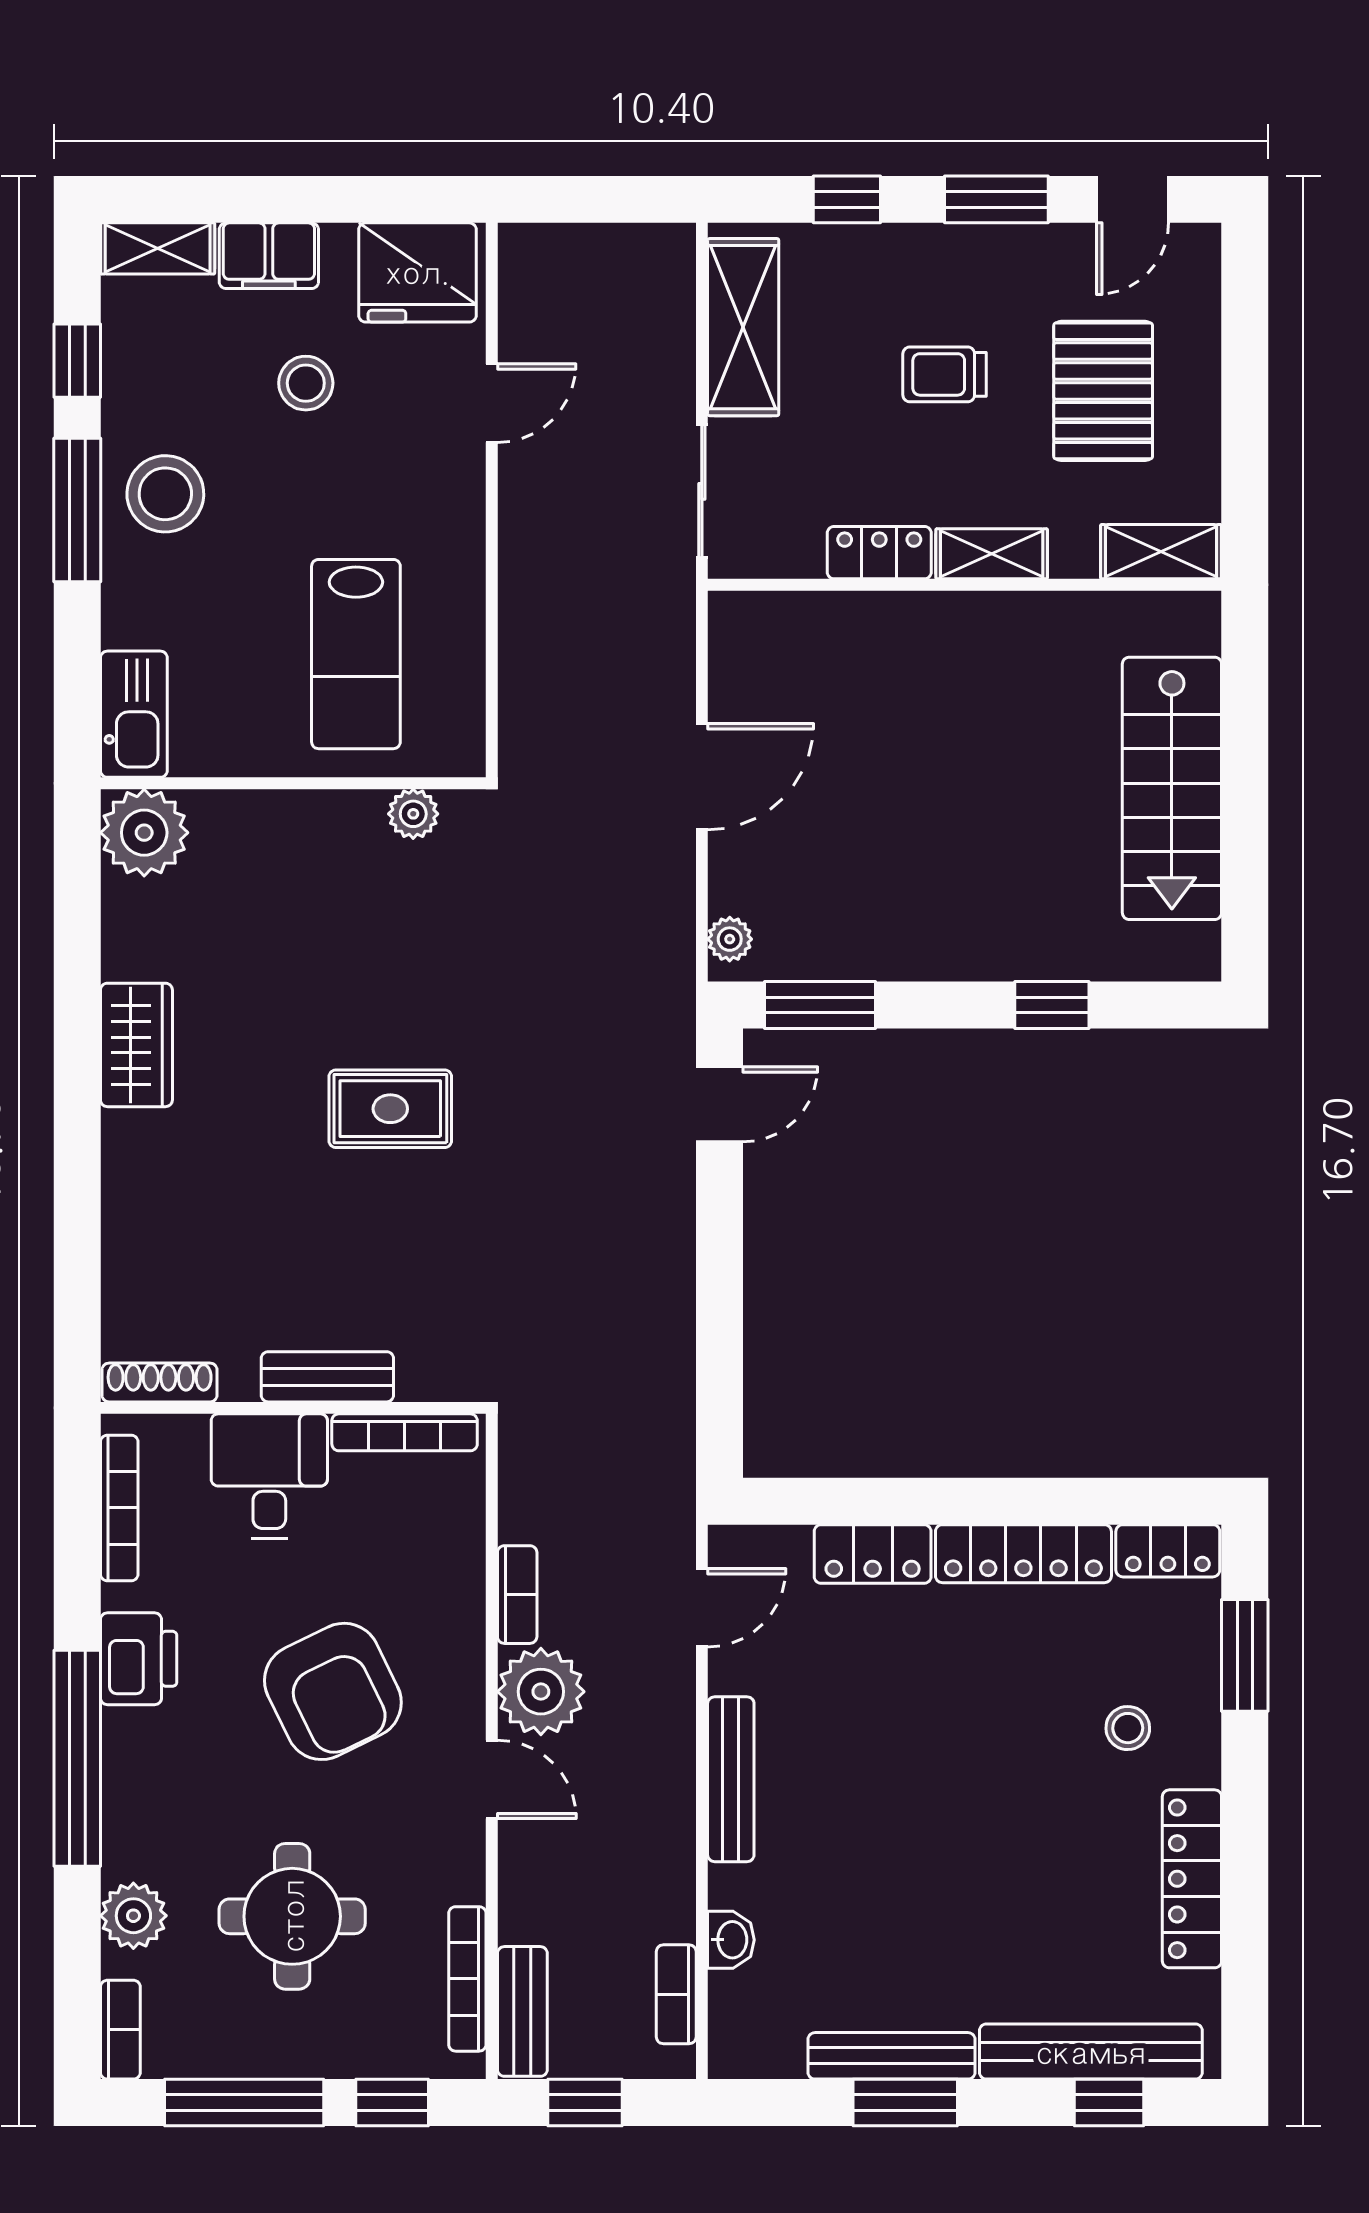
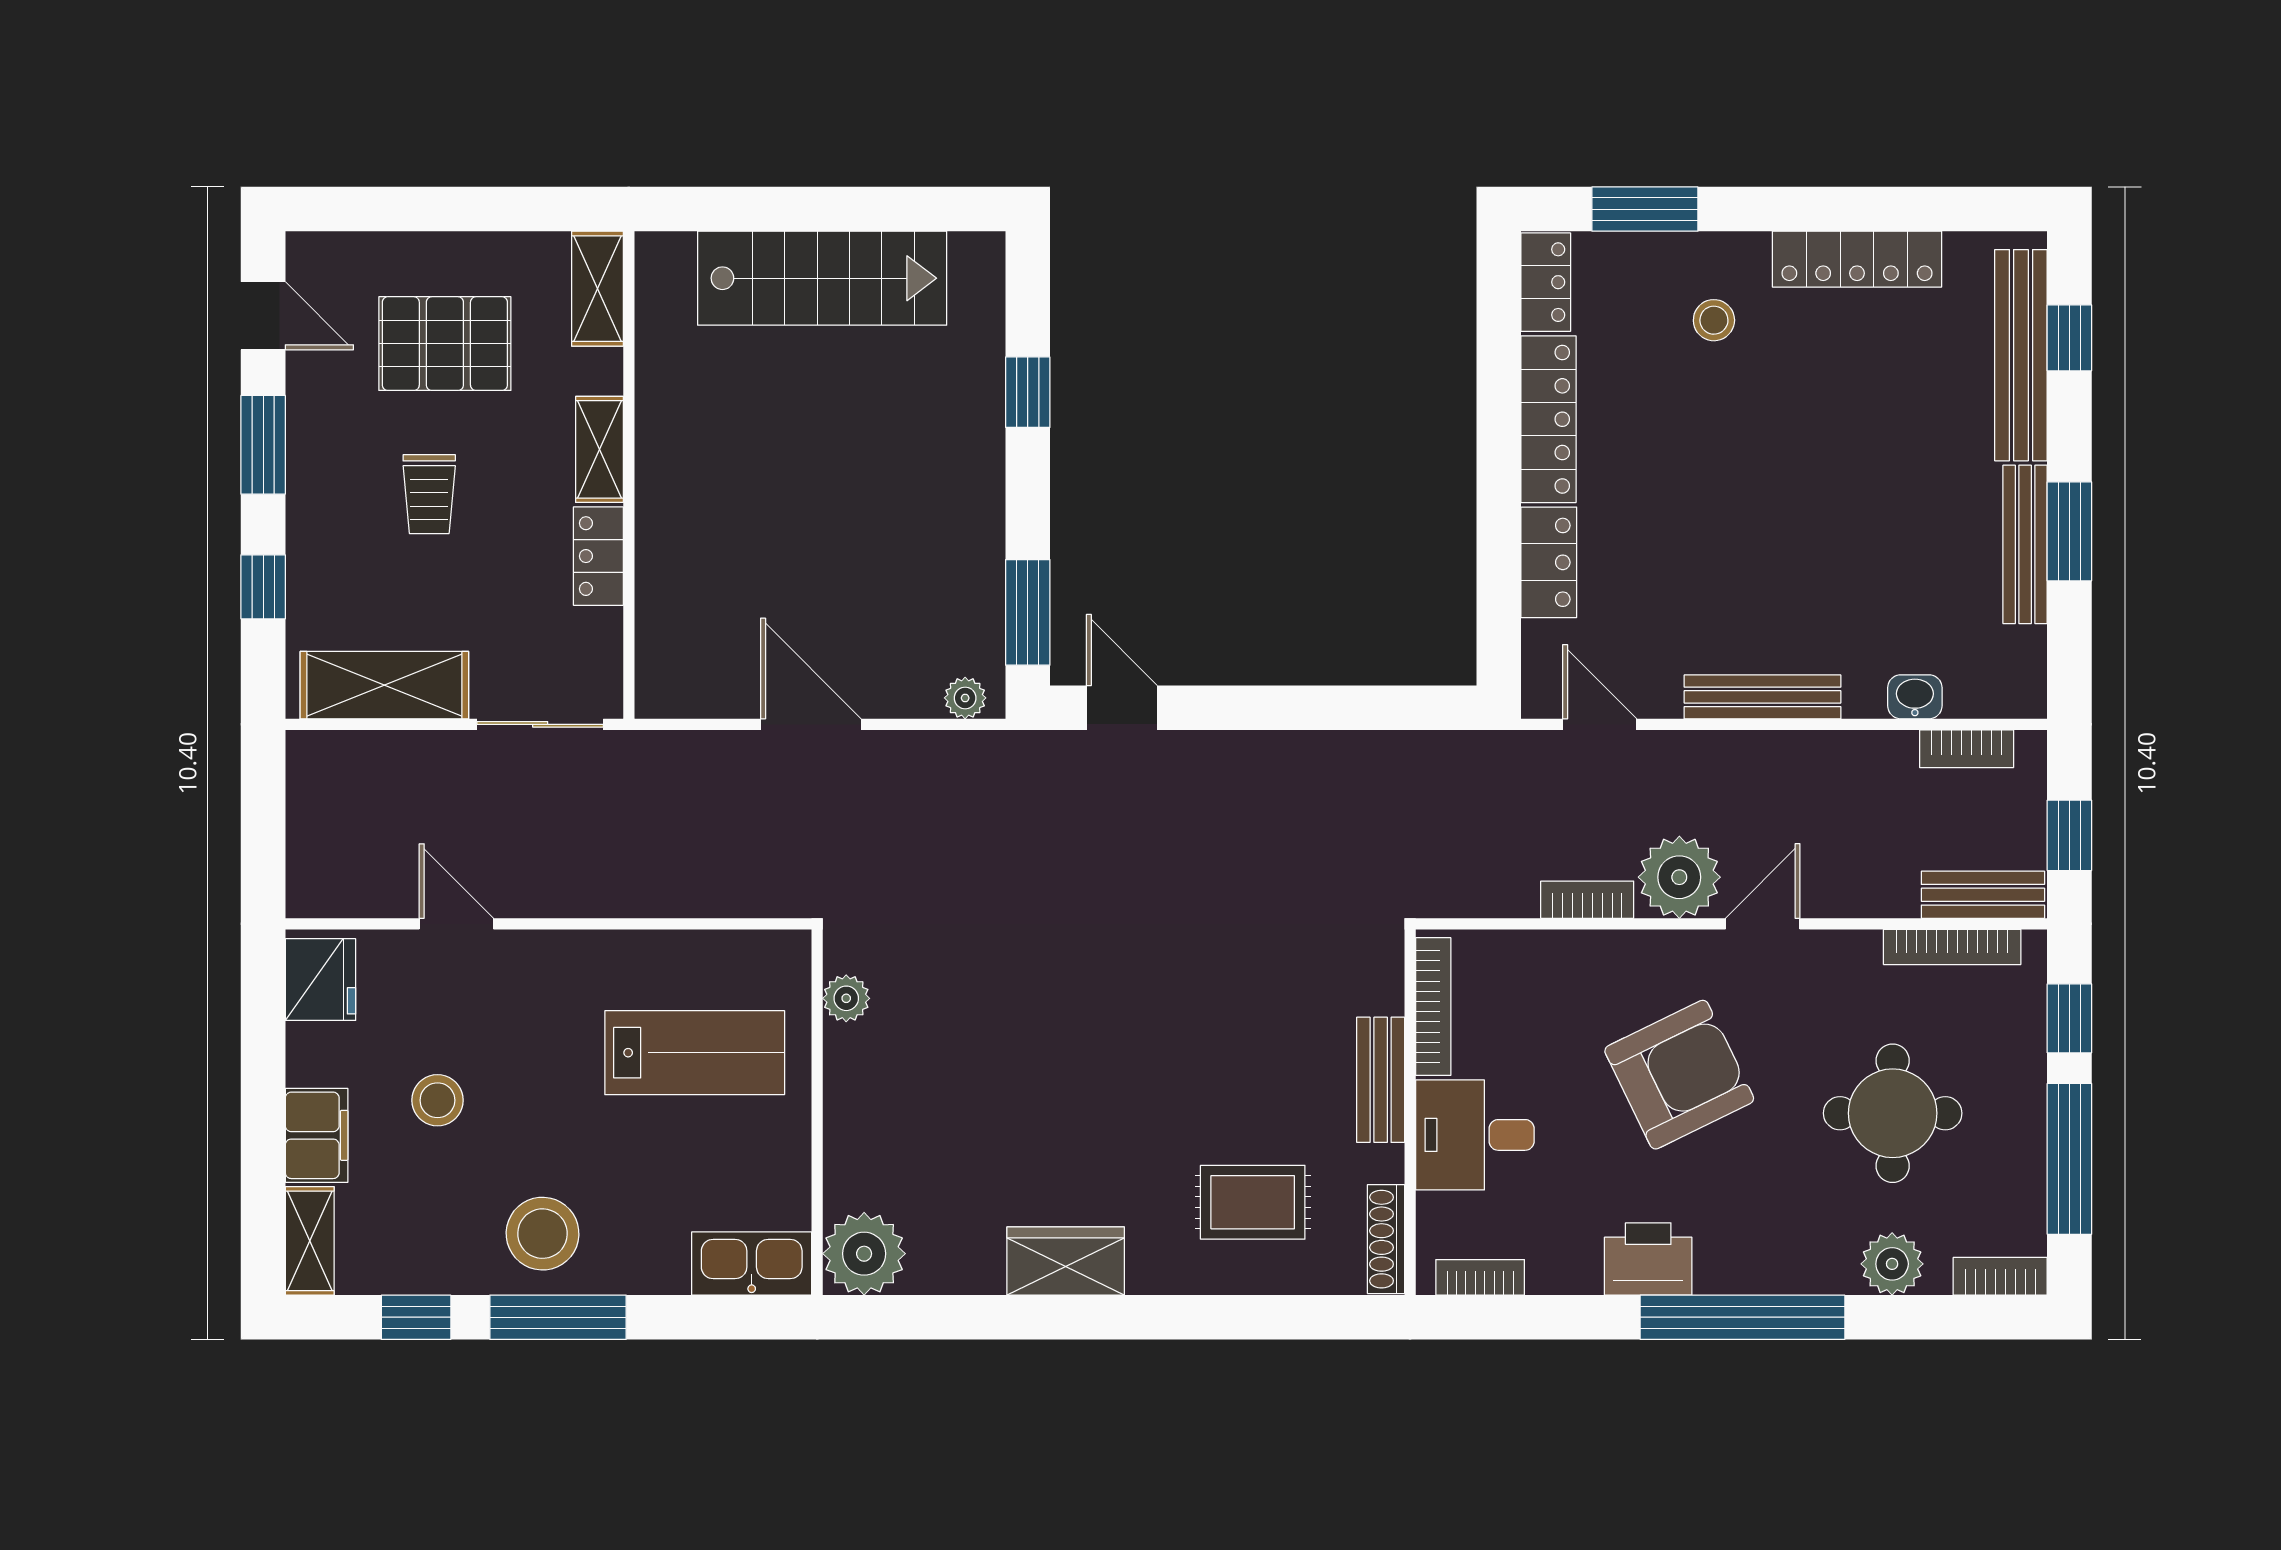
fridge: (417, 272) -> (320, 980), width x0.73, depth x0.75
rug: (390, 1109) -> (1253, 1202), moved, turned 90
bookcase: (119, 1508) -> (1480, 1277), width x0.64

